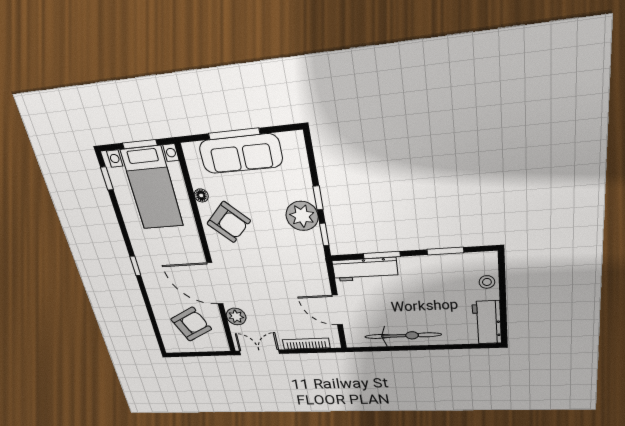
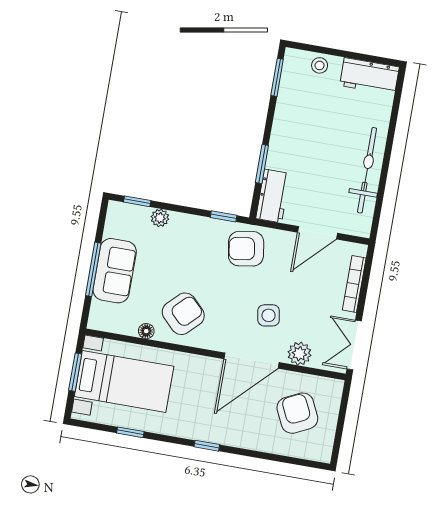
sofa: (241, 154) -> (115, 271), width x0.73
window: (107, 178) -> (130, 432), moved
window: (318, 198) -> (137, 201), moved
plant: (302, 216) -> (160, 218), moved, width x0.53, depth x0.53
window: (445, 251) -> (277, 77), moved
armchair: (303, 259) -> (246, 249), added
workbench: (365, 269) -> (273, 196), width x0.73
side table: (256, 288) -> (269, 315), added

